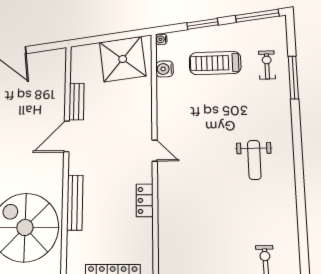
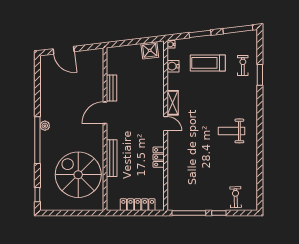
shower: (123, 59) -> (150, 50), width x0.54, depth x0.54
window: (293, 77) -> (260, 75), width x0.69
shelving: (165, 120) -> (173, 103), added
weight bench: (254, 160) -> (232, 131), turned 90

